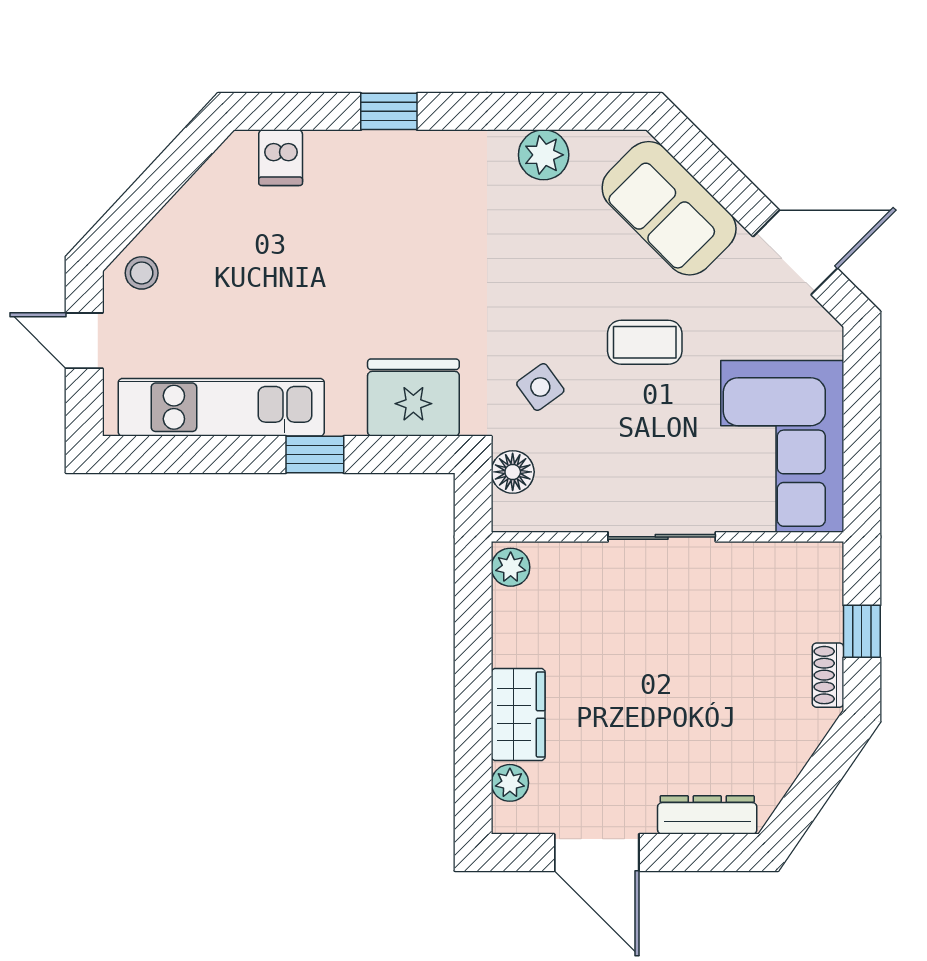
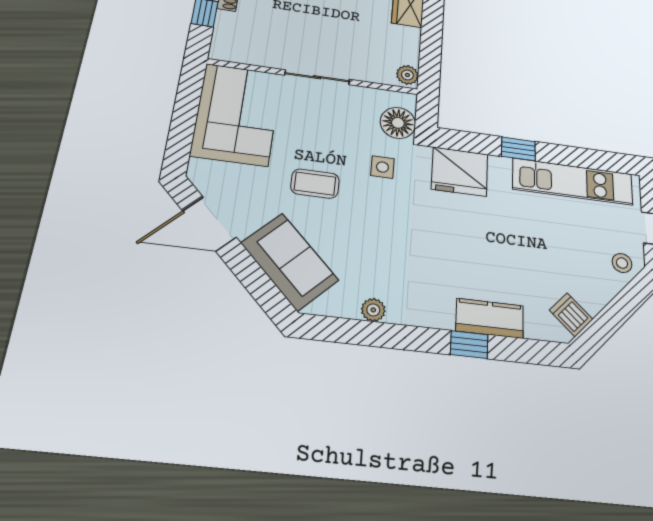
plant: (544, 155) -> (373, 310), width x0.73, depth x0.73
kitchen counter: (358, 156) -> (490, 318), added
dishwasher: (281, 158) -> (571, 315), moved, turned -47
side table: (540, 387) -> (382, 167), turned 36
floor lamp: (513, 472) -> (398, 123), width x1.38, depth x1.38

